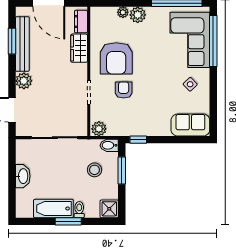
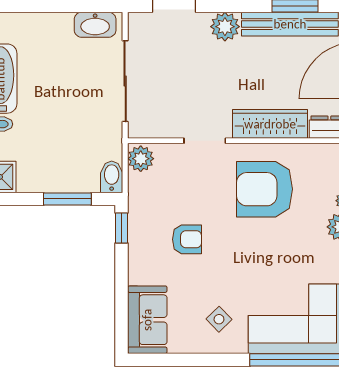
wardrobe: (79, 48) -> (270, 124), width x1.50
armchair: (124, 90) -> (187, 239), moved
stool: (94, 170) -> (68, 151), removed
washbasin: (23, 176) -> (95, 25), moved

